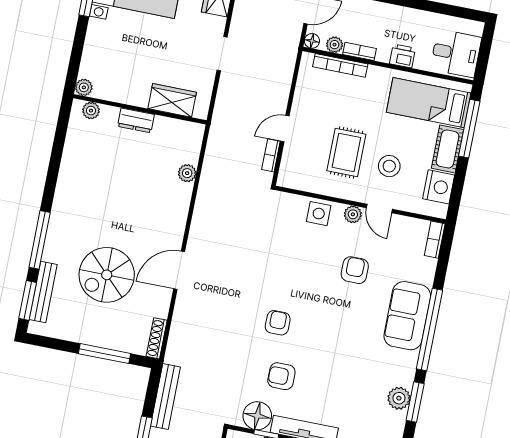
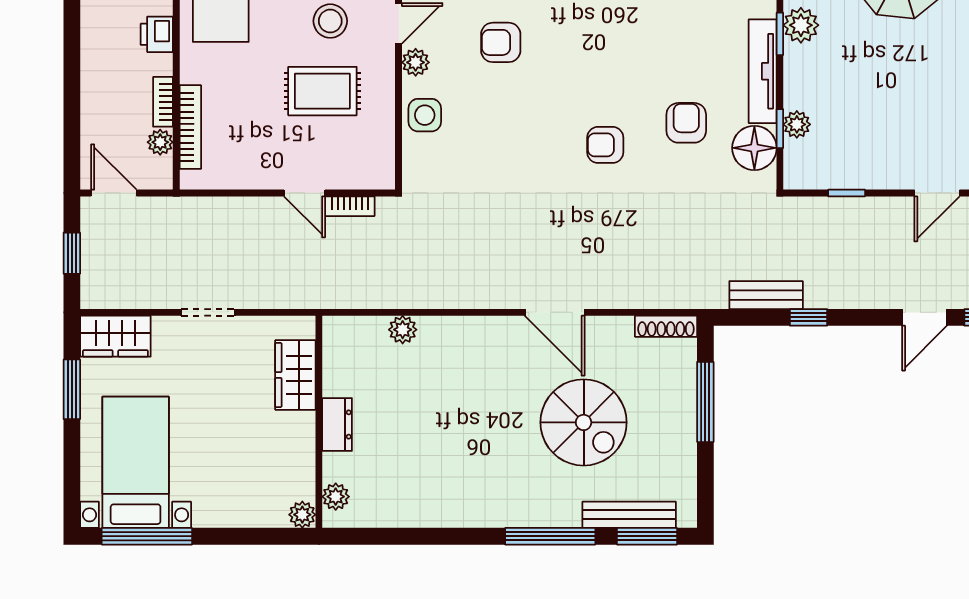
floor lamp: (312, 41) -> (161, 178), removed
armchair: (281, 376) -> (686, 123), turned 180
bench: (165, 396) -> (766, 295), width x0.73

